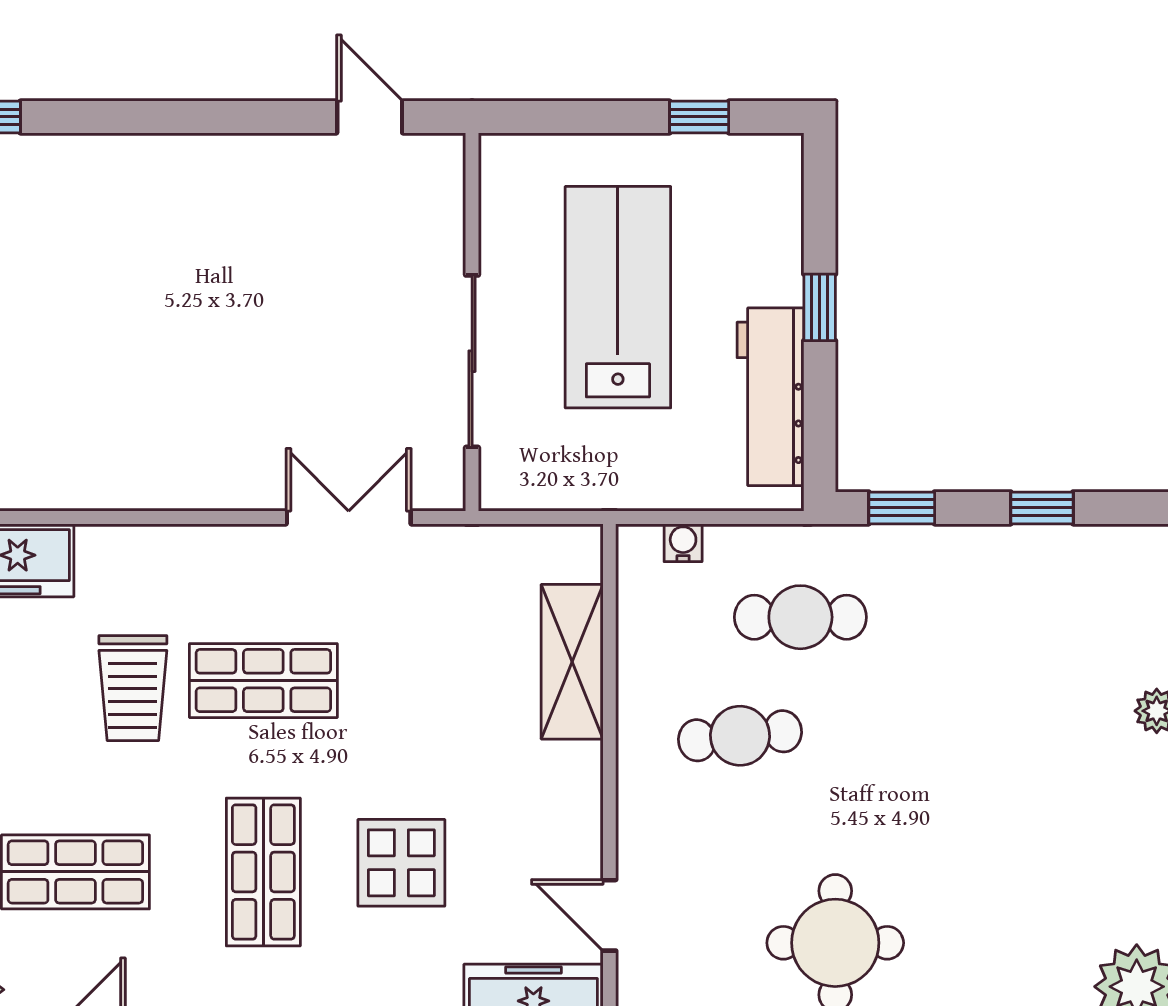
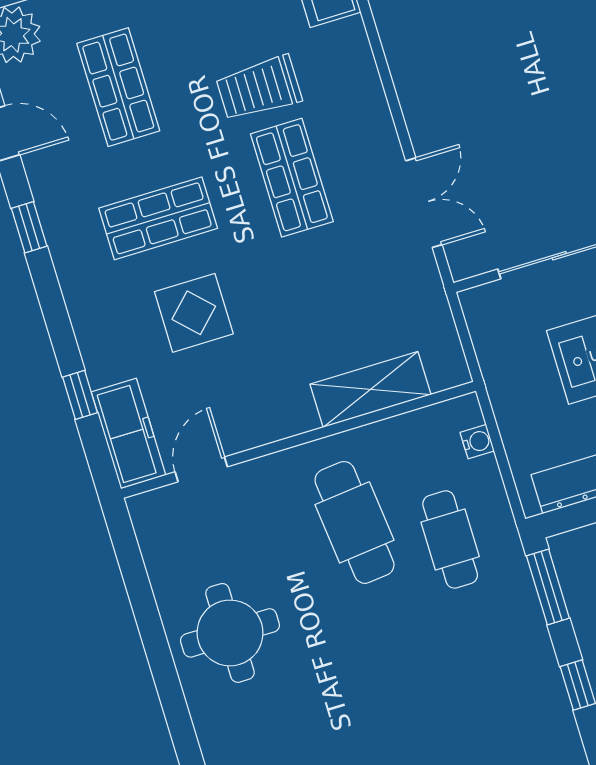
window: (902, 508) -> (548, 587), width x1.50
cafe table: (740, 736) -> (354, 522), width x1.37, depth x1.35

